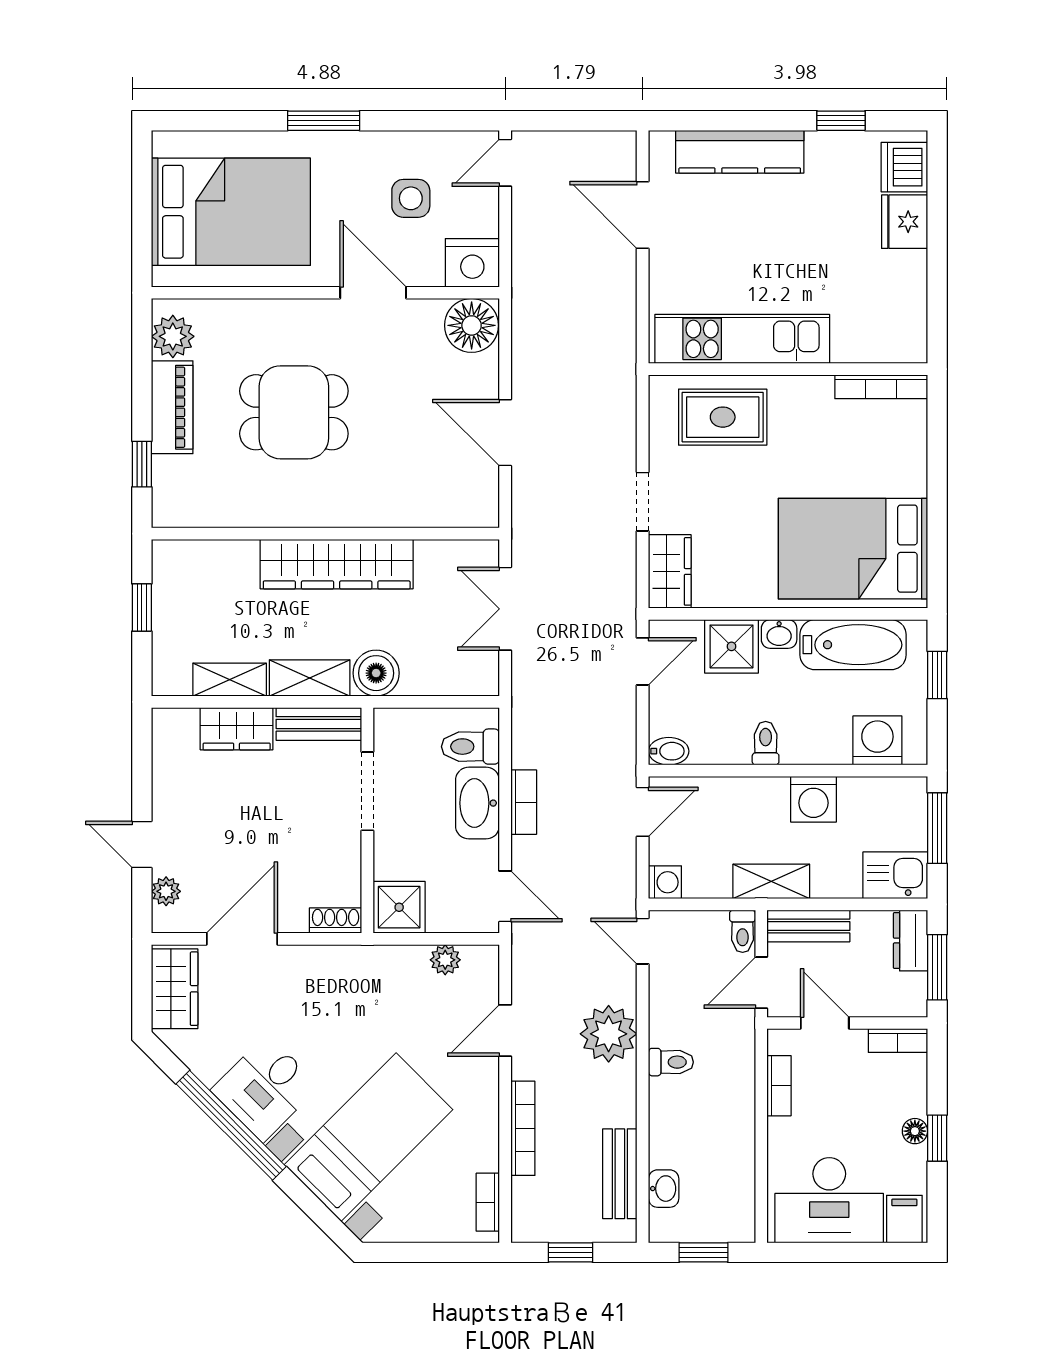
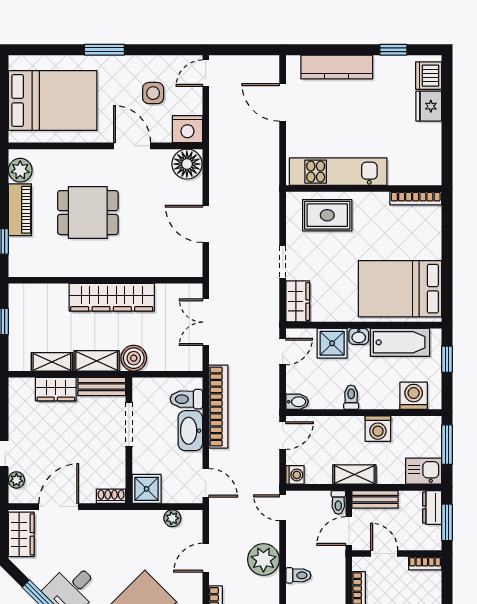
bookcase: (524, 802) -> (218, 407), width x2.31, depth x1.31

